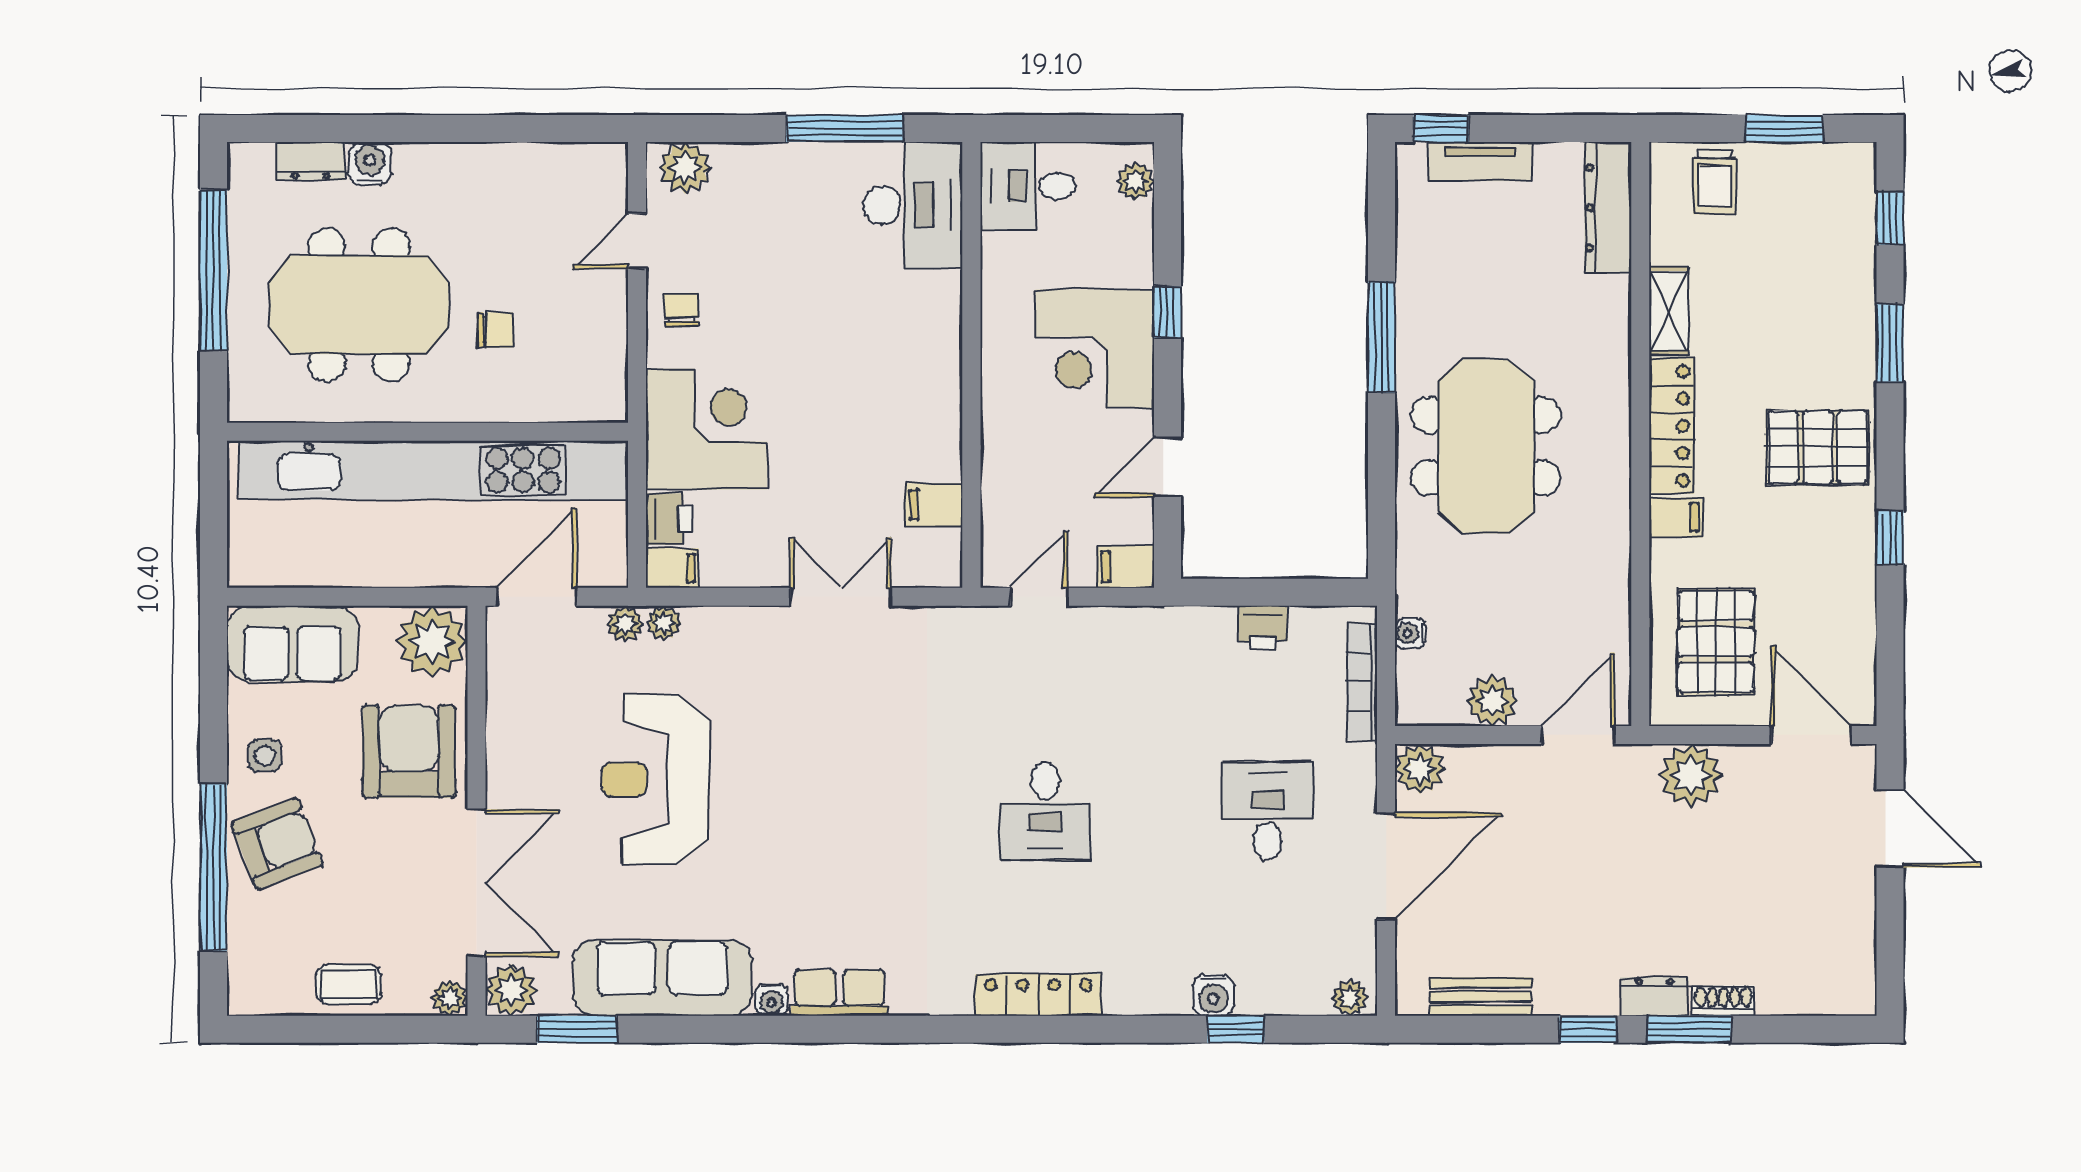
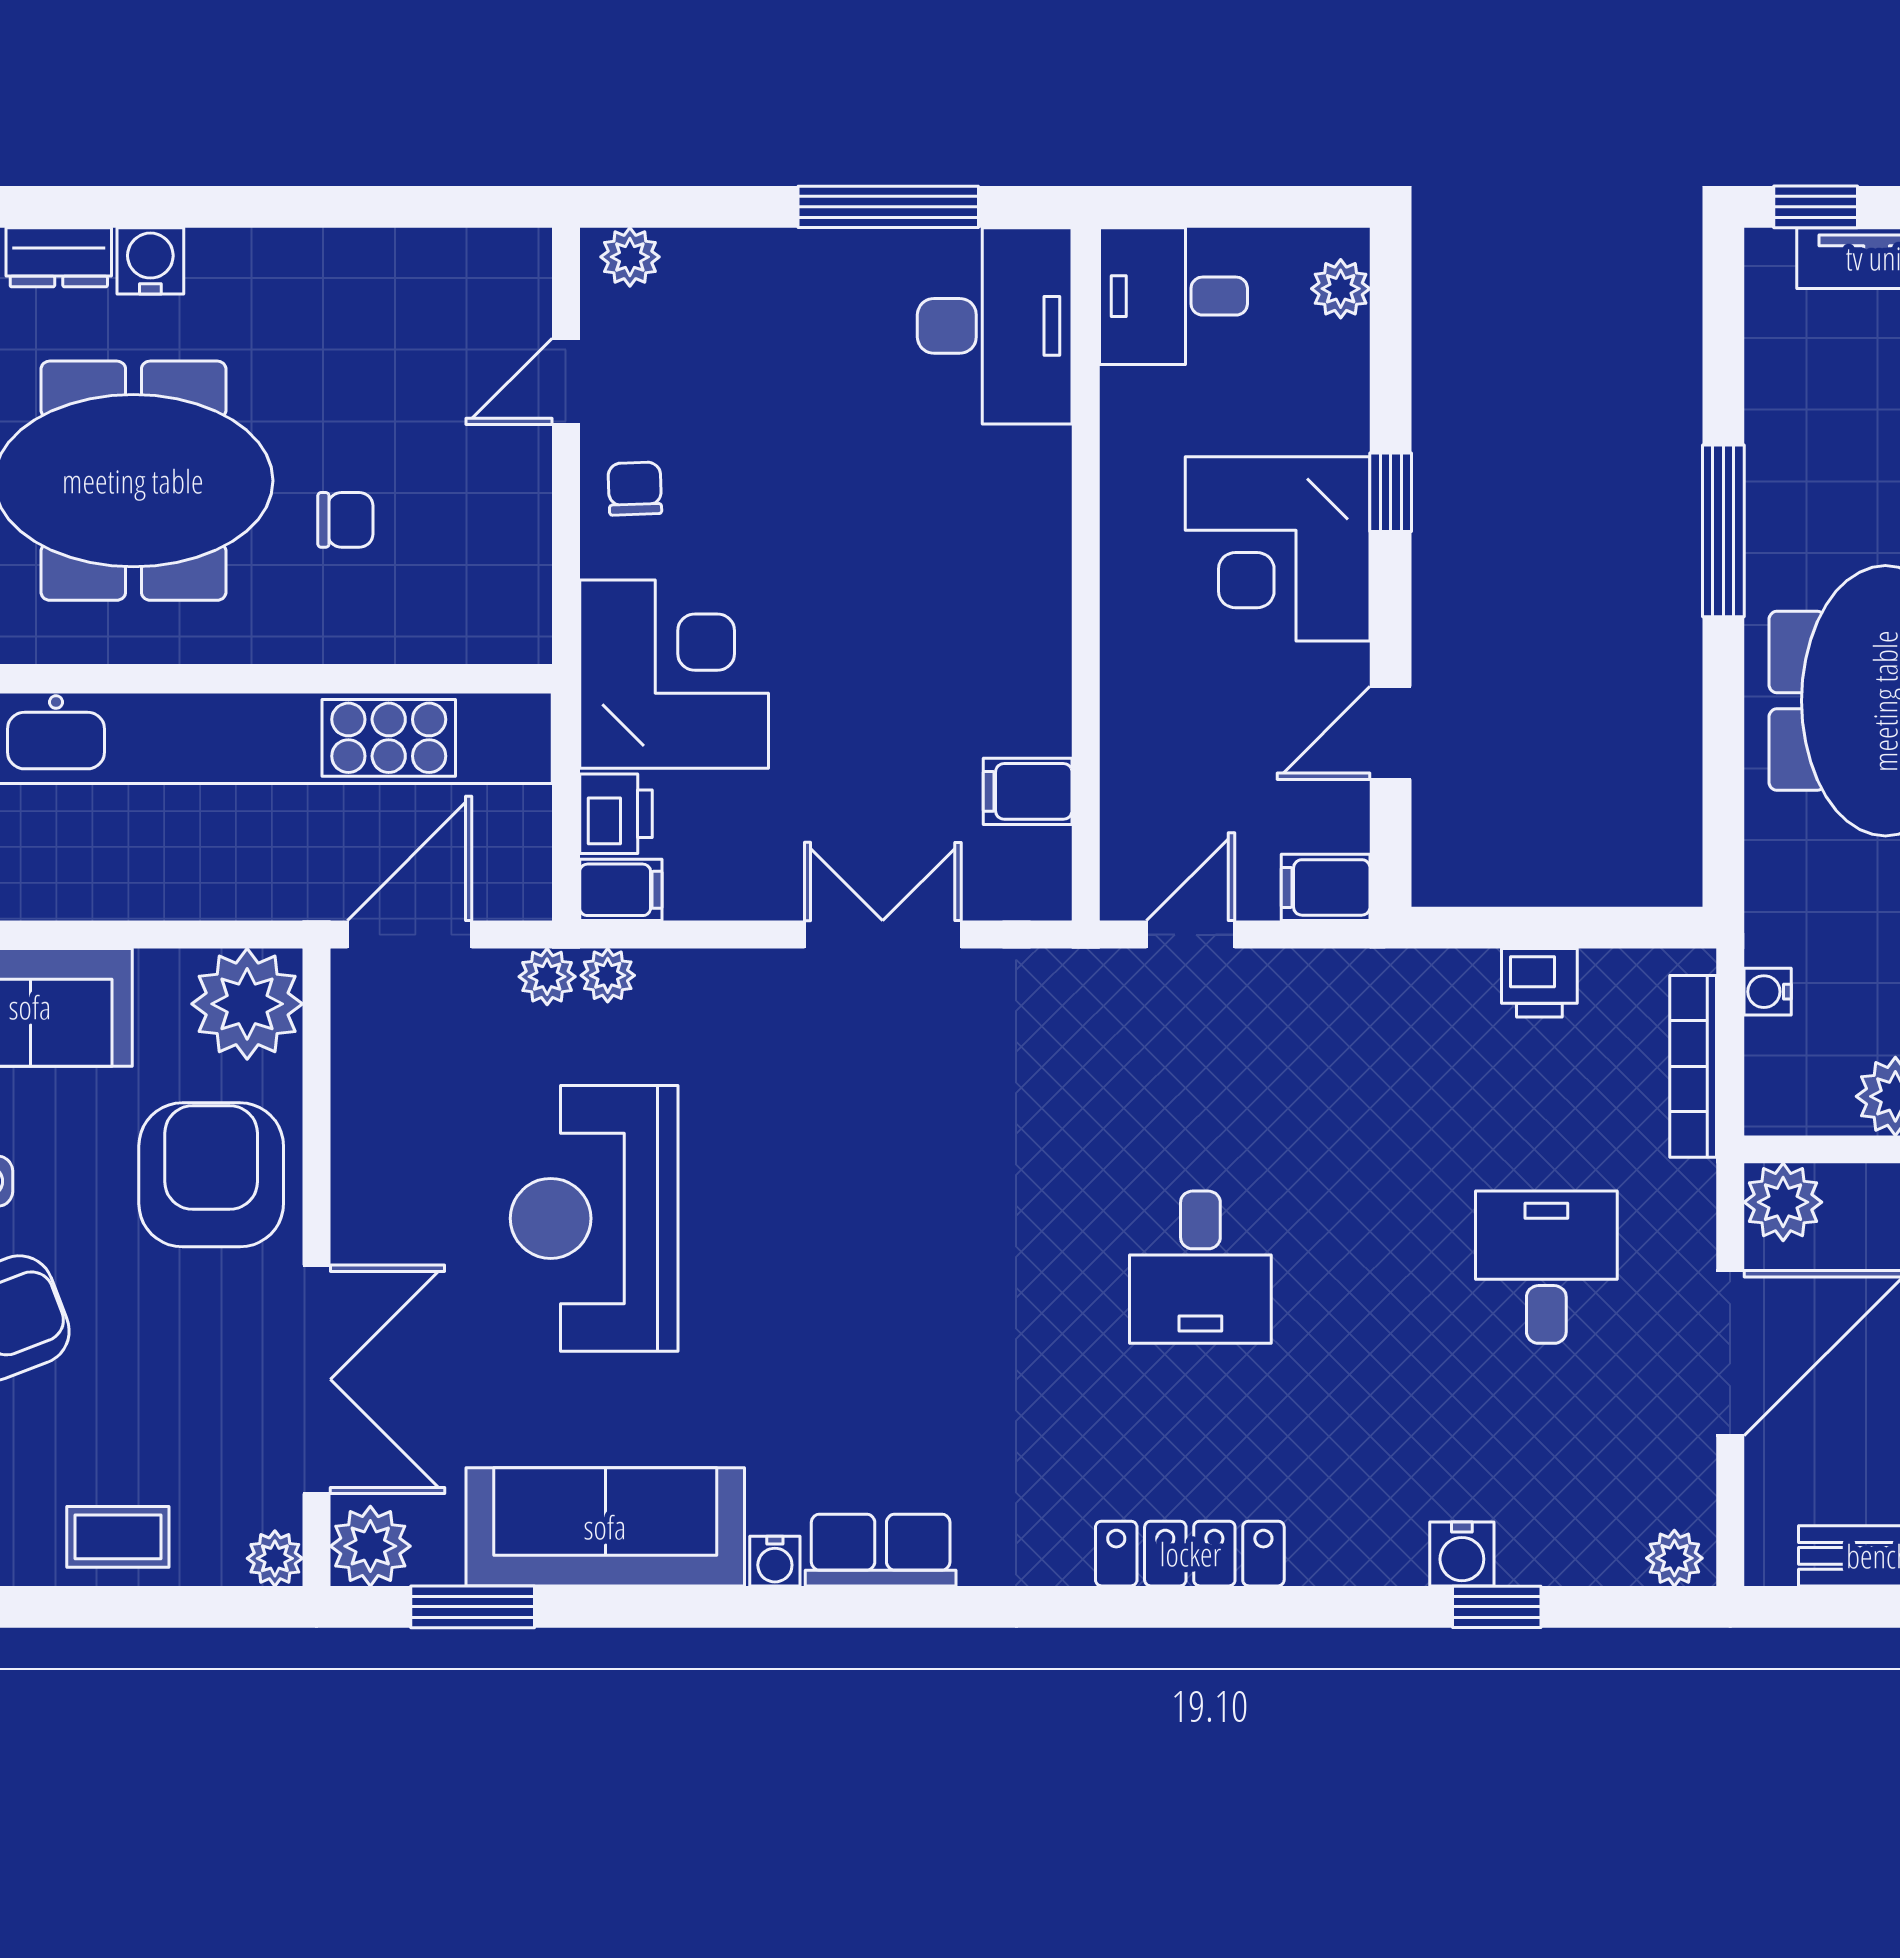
plant: (685, 168) -> (630, 257), width x0.73, depth x0.73

